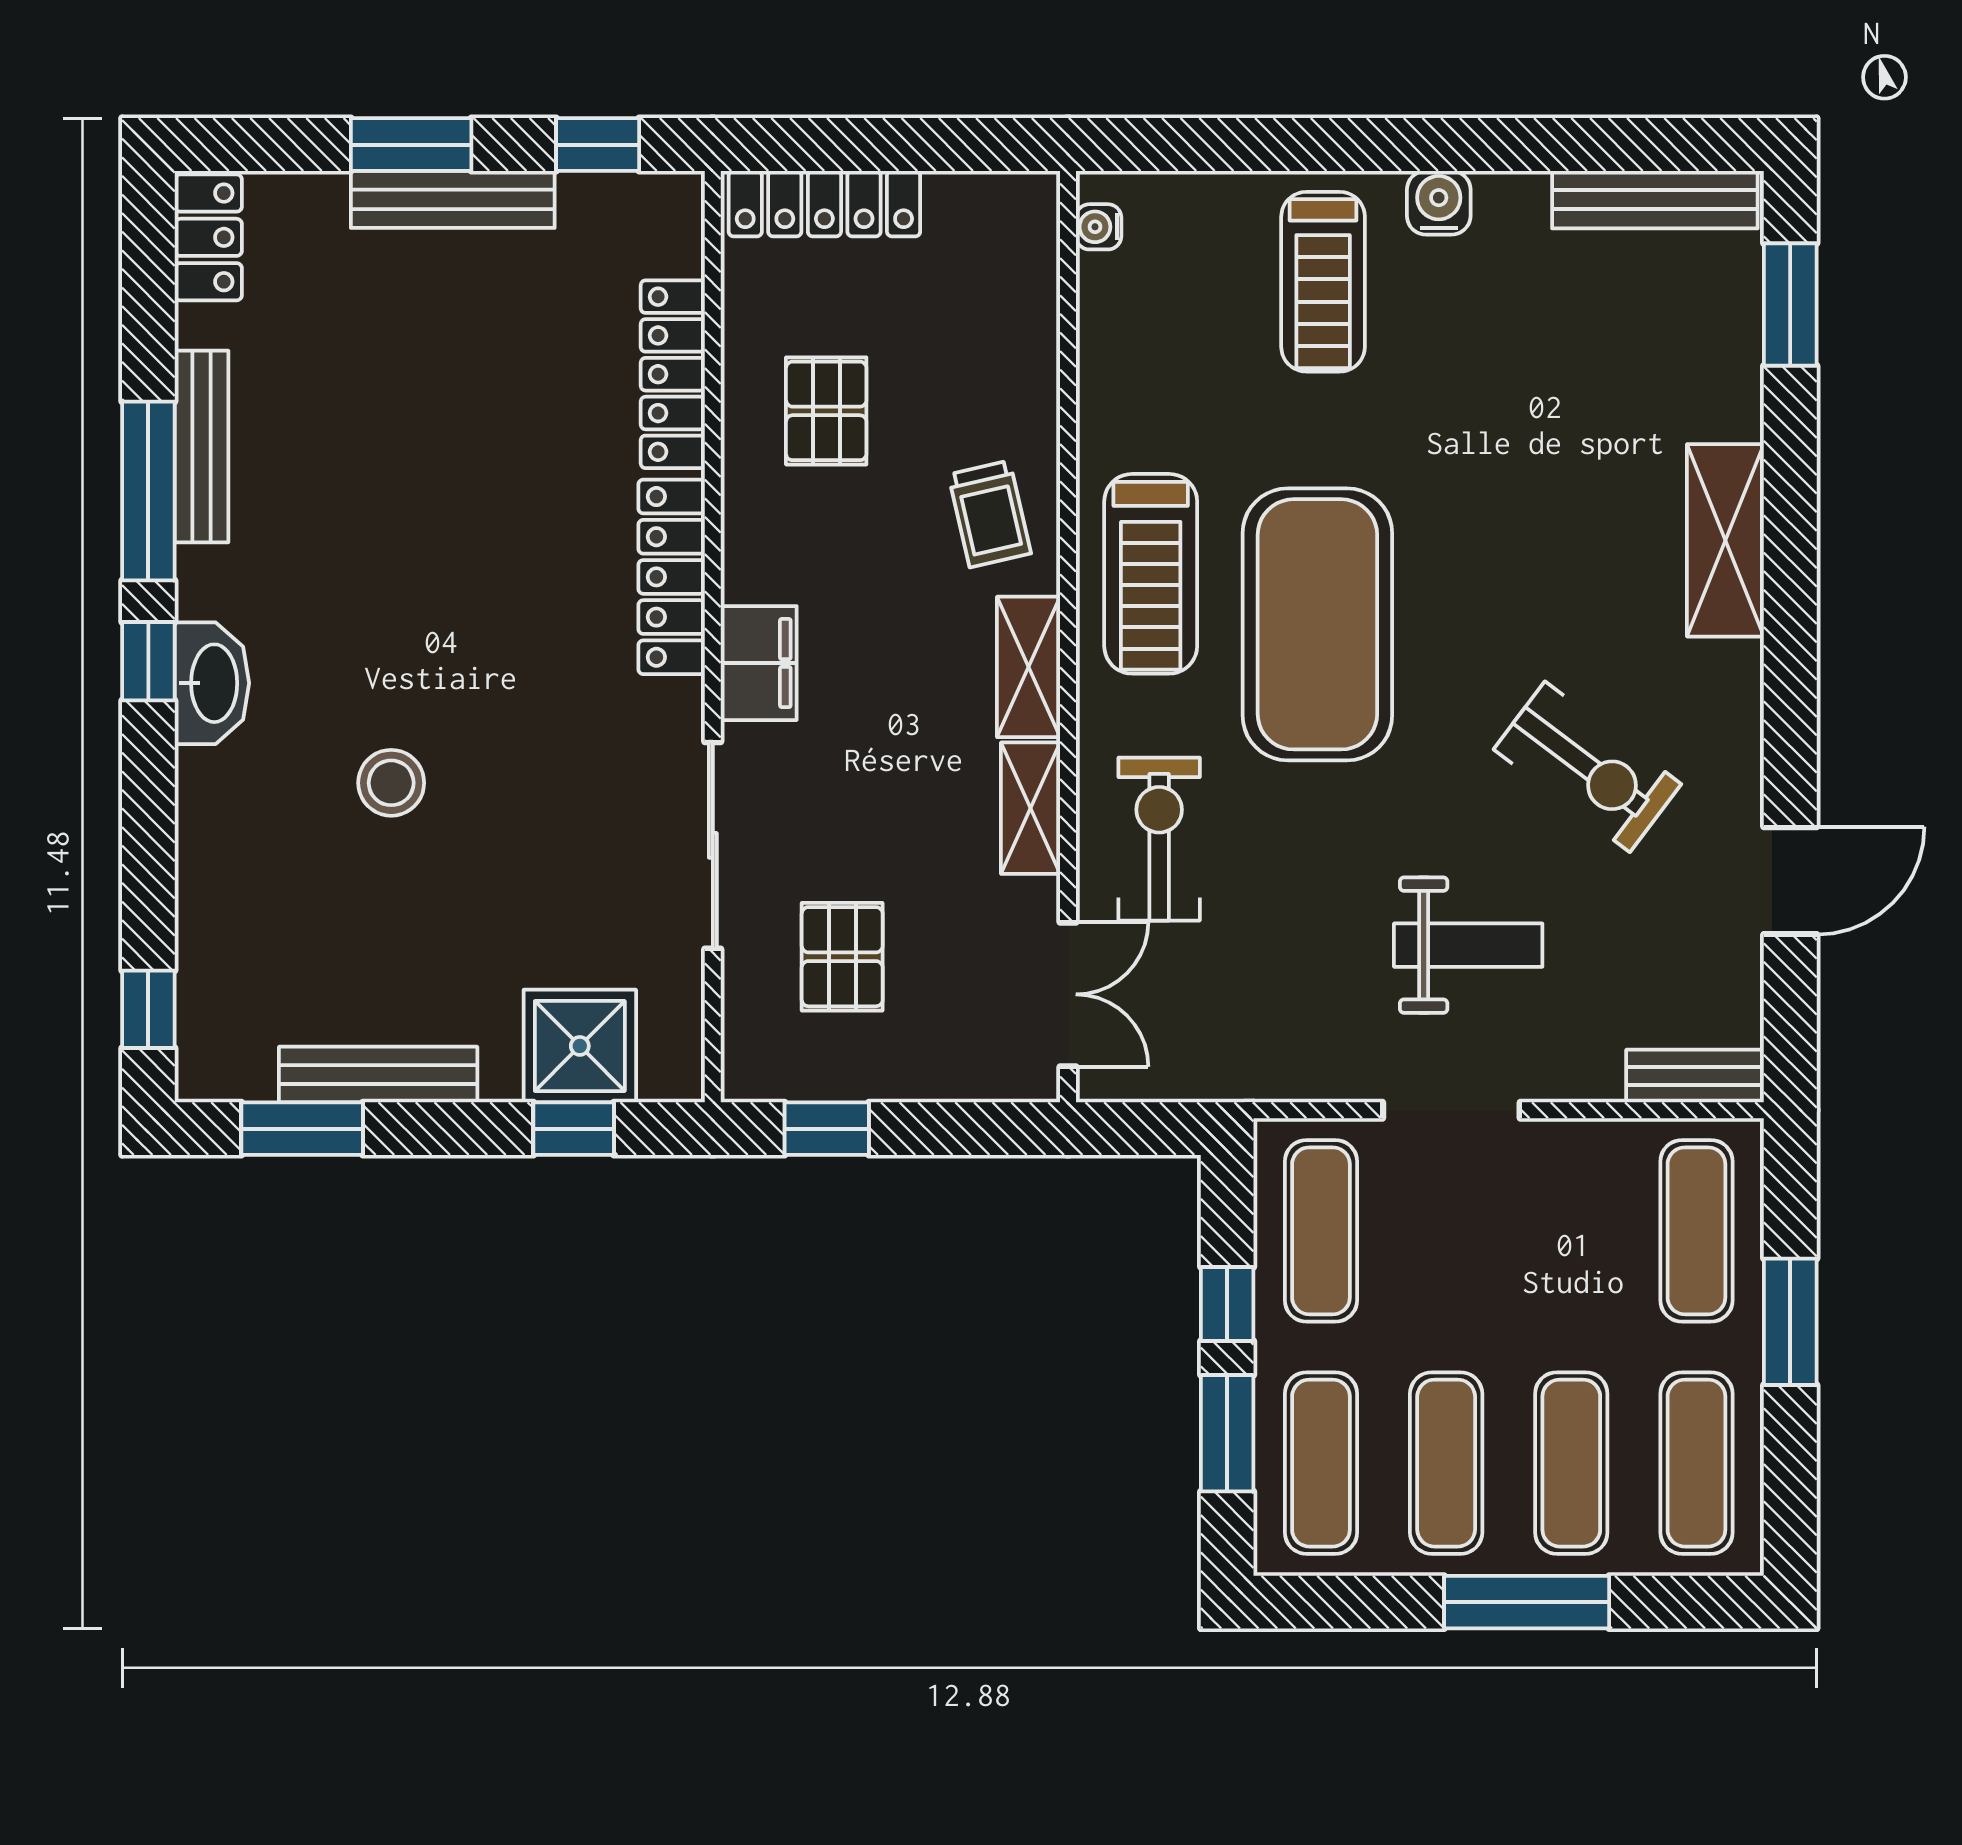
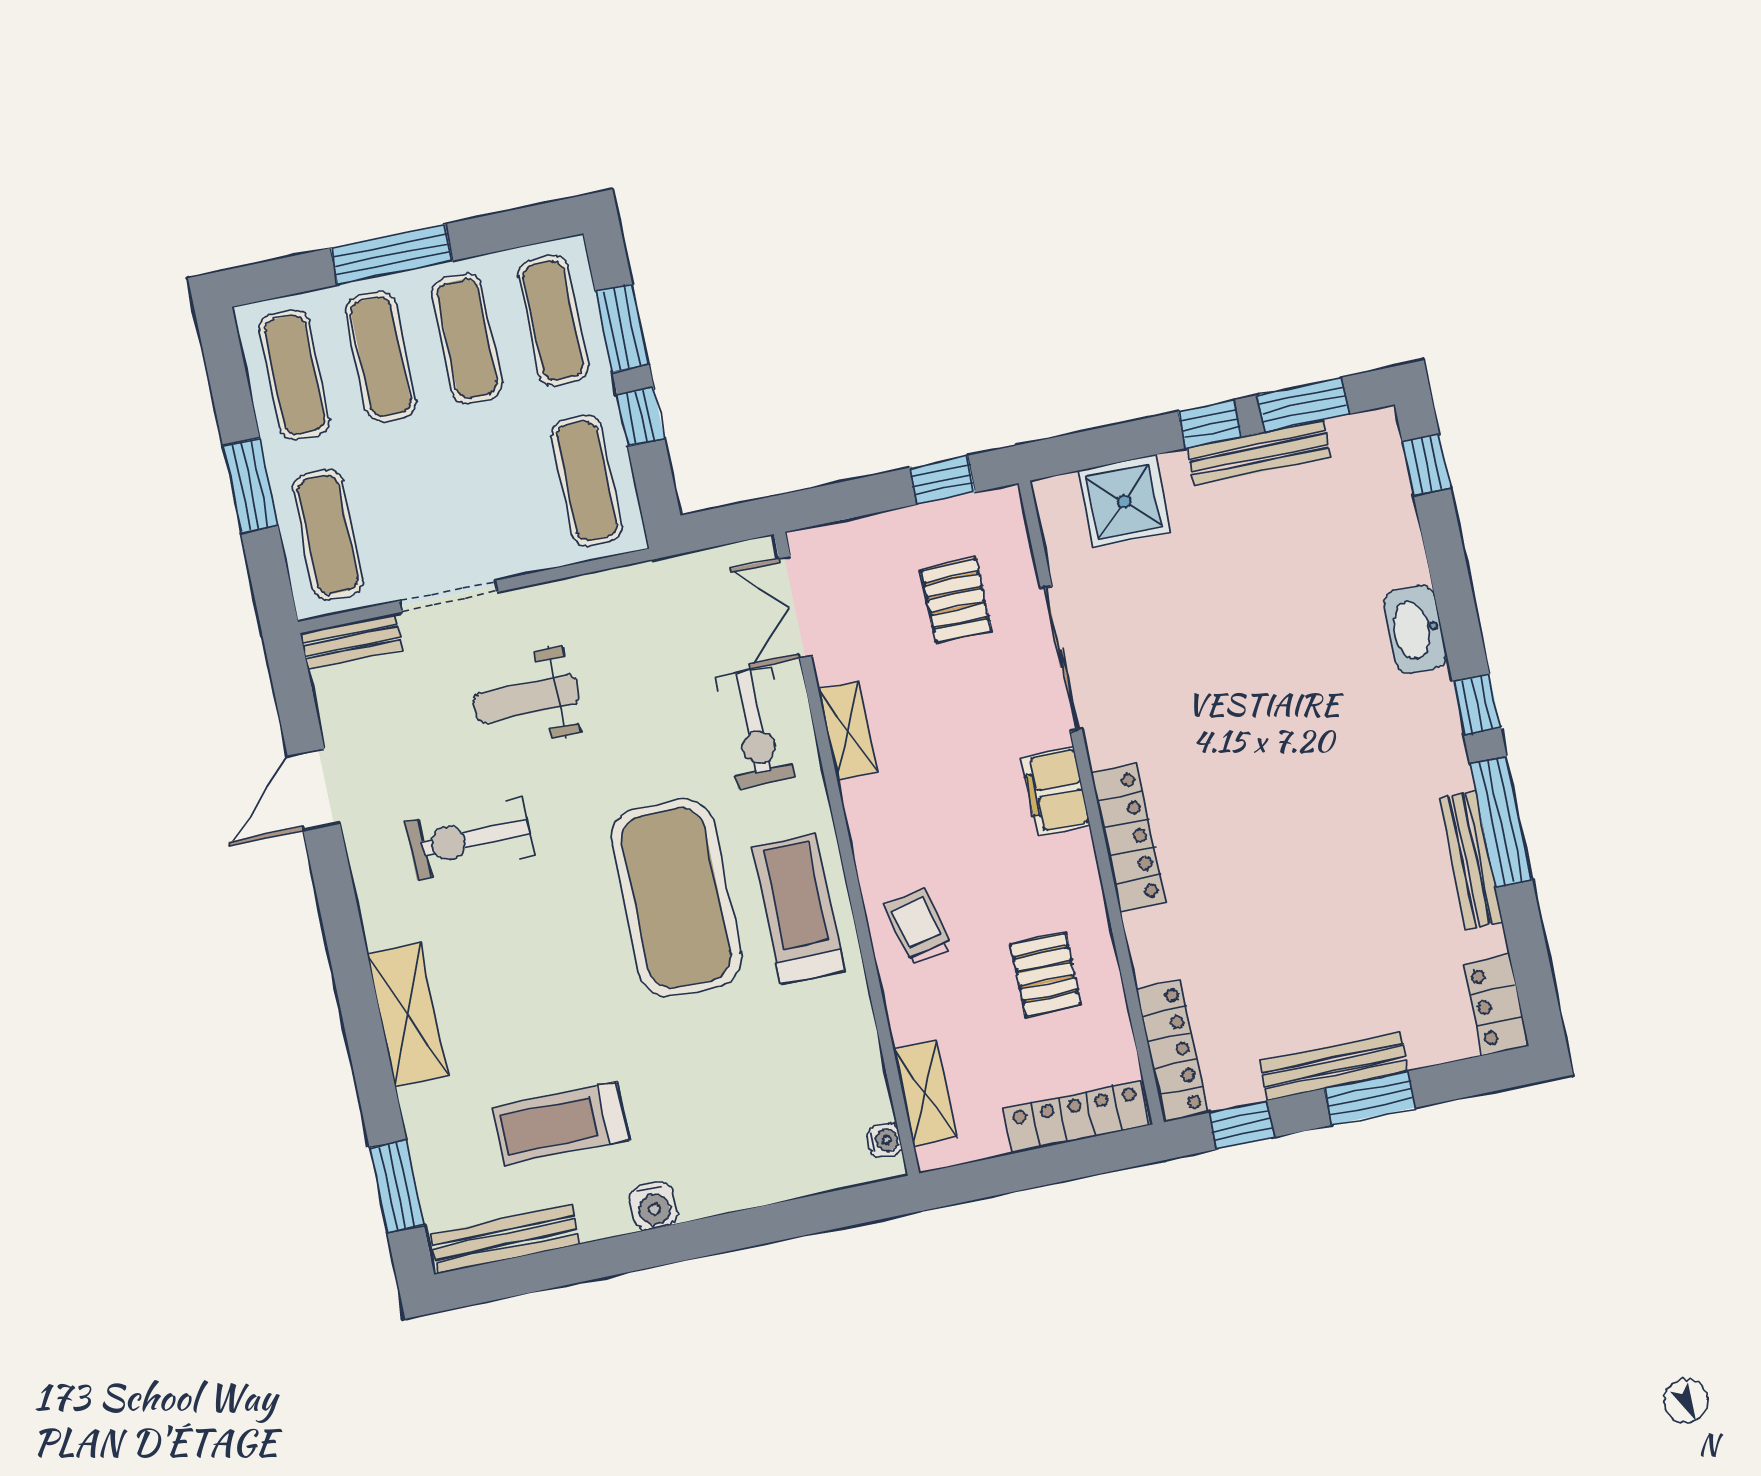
treadmill: (1323, 282) -> (561, 1124), moved, turned -90
locker: (673, 374) -> (1172, 1051), moved
shelving: (1029, 667) -> (925, 1093), moved
washbasin: (212, 683) -> (1415, 629), moved
exercise bike: (1587, 767) -> (470, 839), turned -37
stool: (391, 783) -> (1292, 656), removed
doorway: (1451, 1110) -> (449, 596), moved
window: (574, 1129) -> (1210, 424), moved

